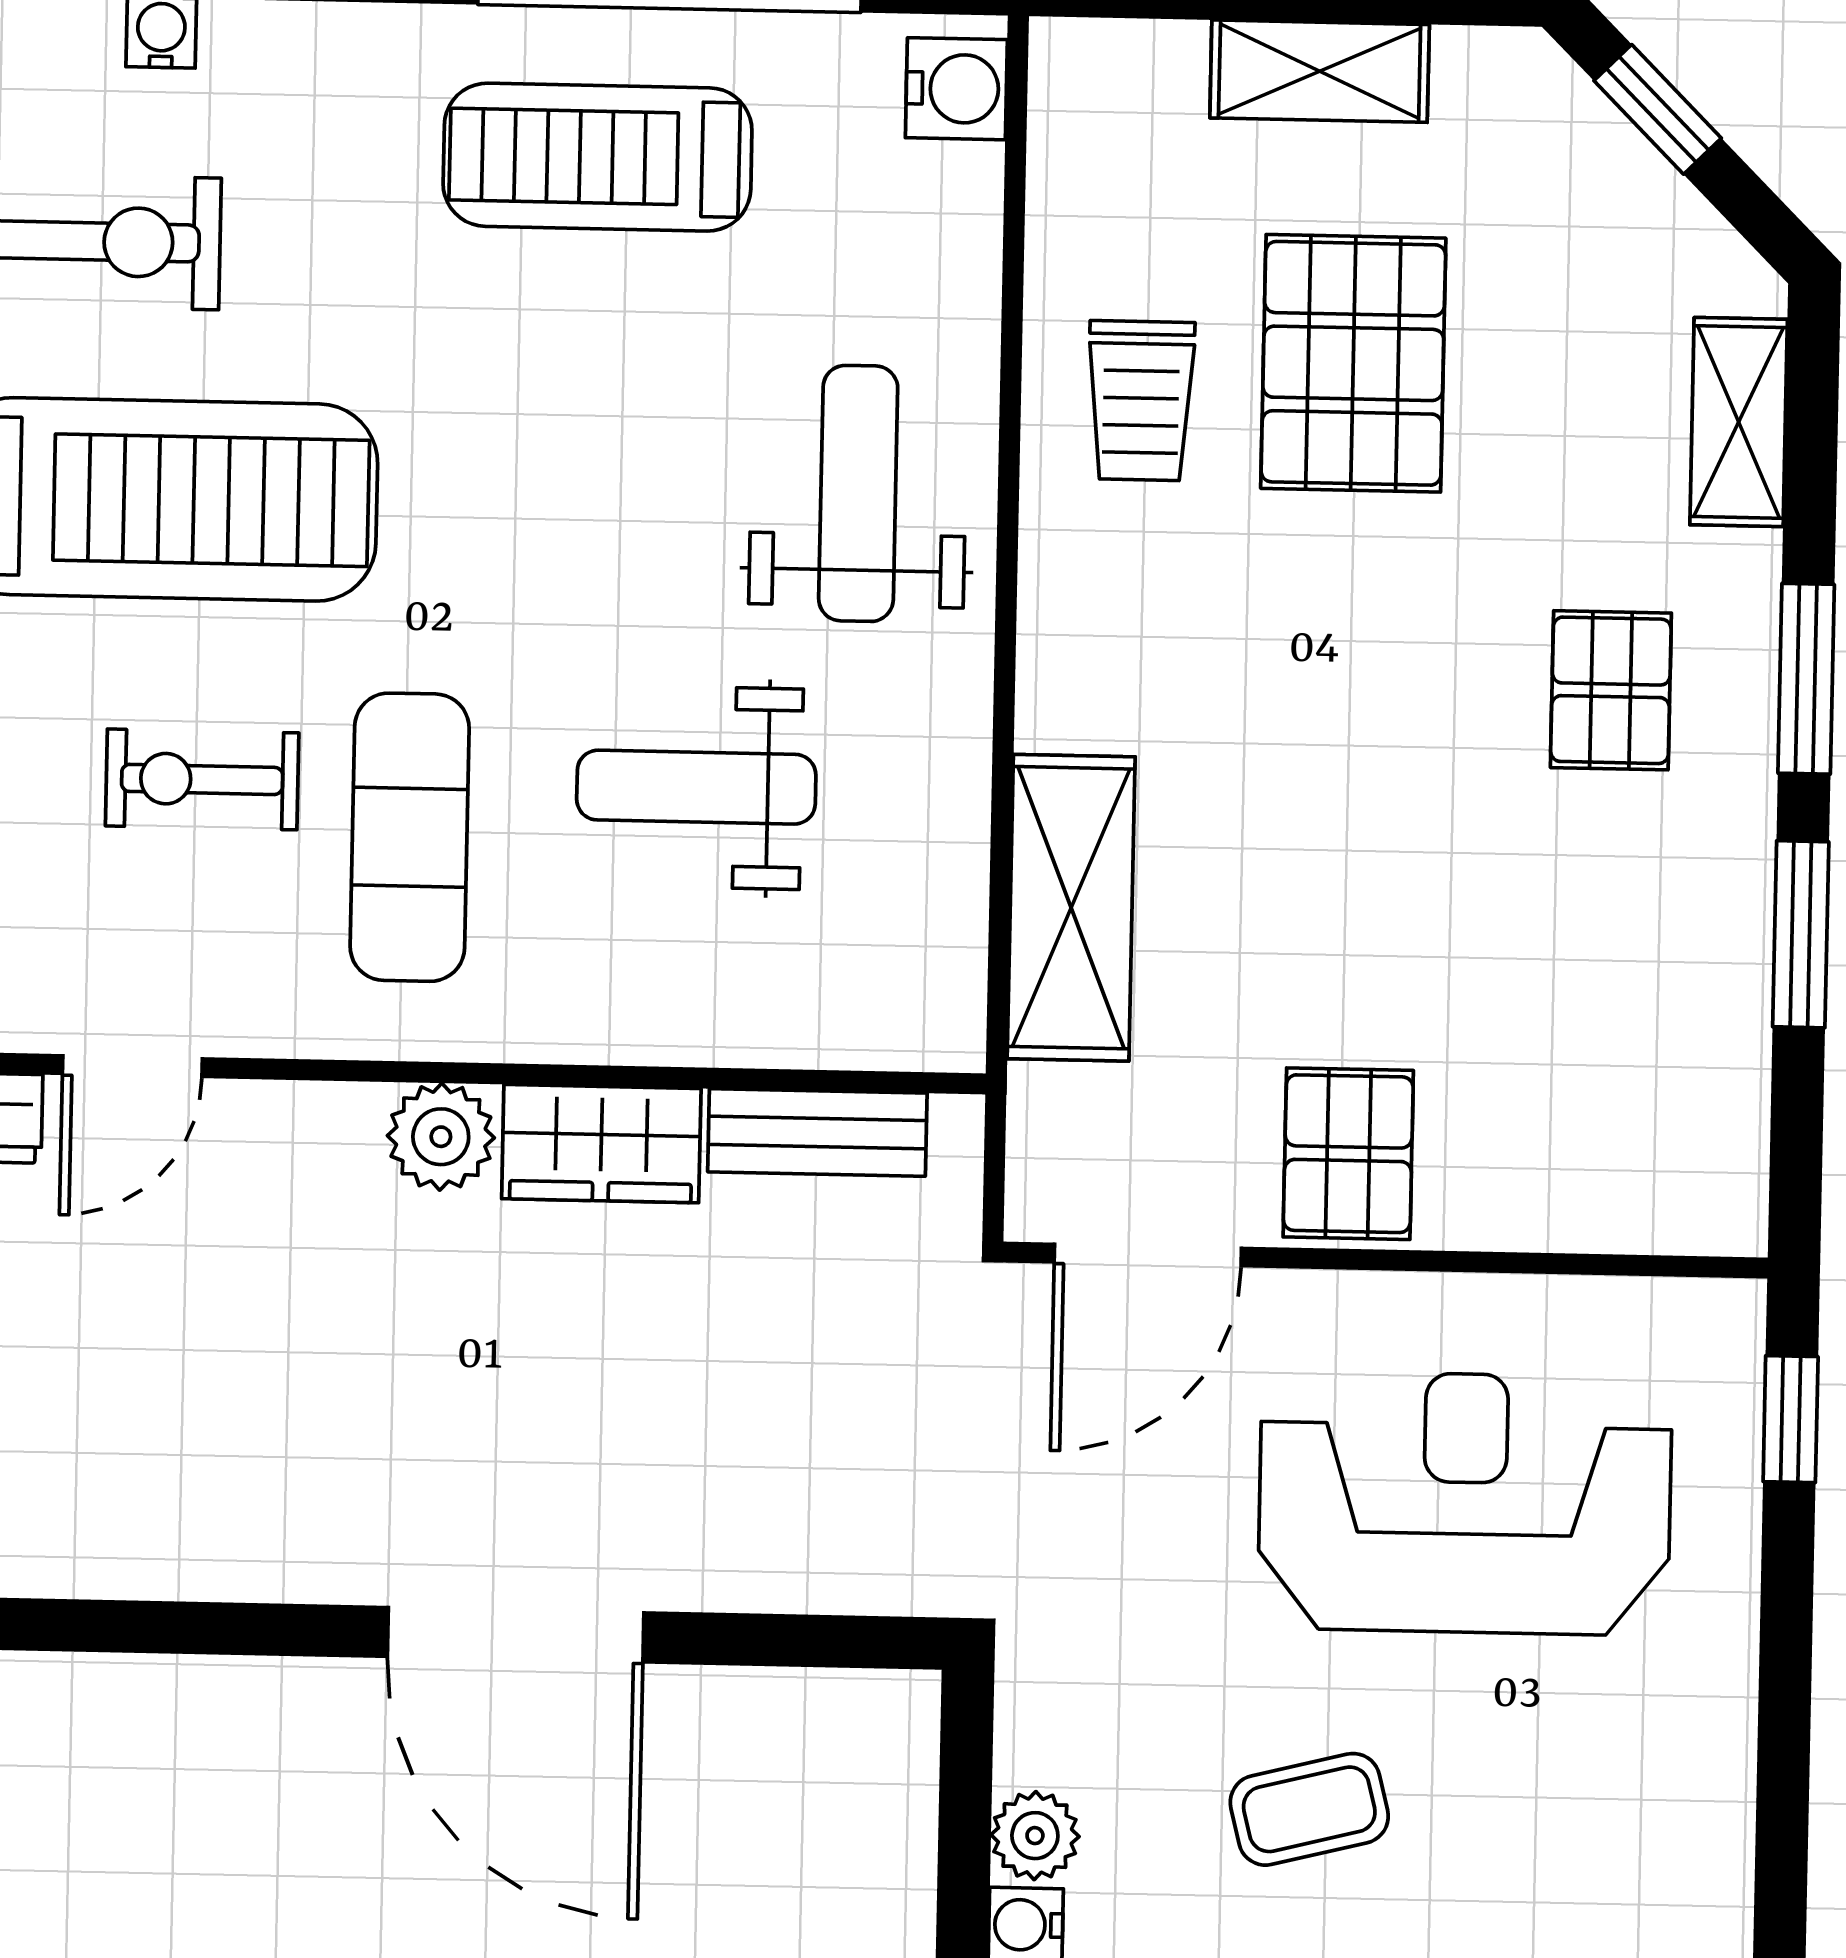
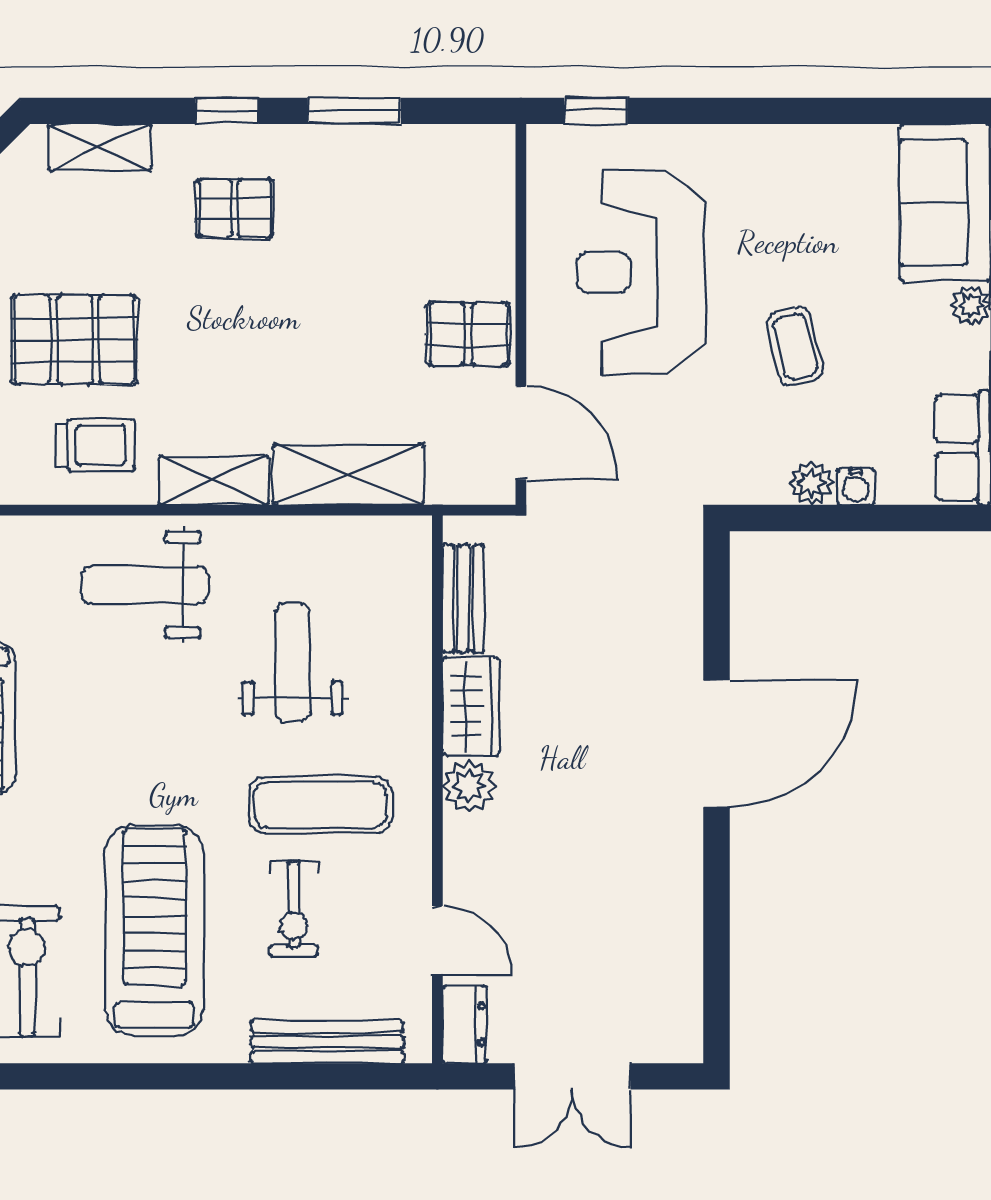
shelving: (1066, 637) -> (214, 480), added
window: (1806, 679) -> (227, 111), width x0.67
weight bench: (696, 787) -> (292, 663), turned 180

